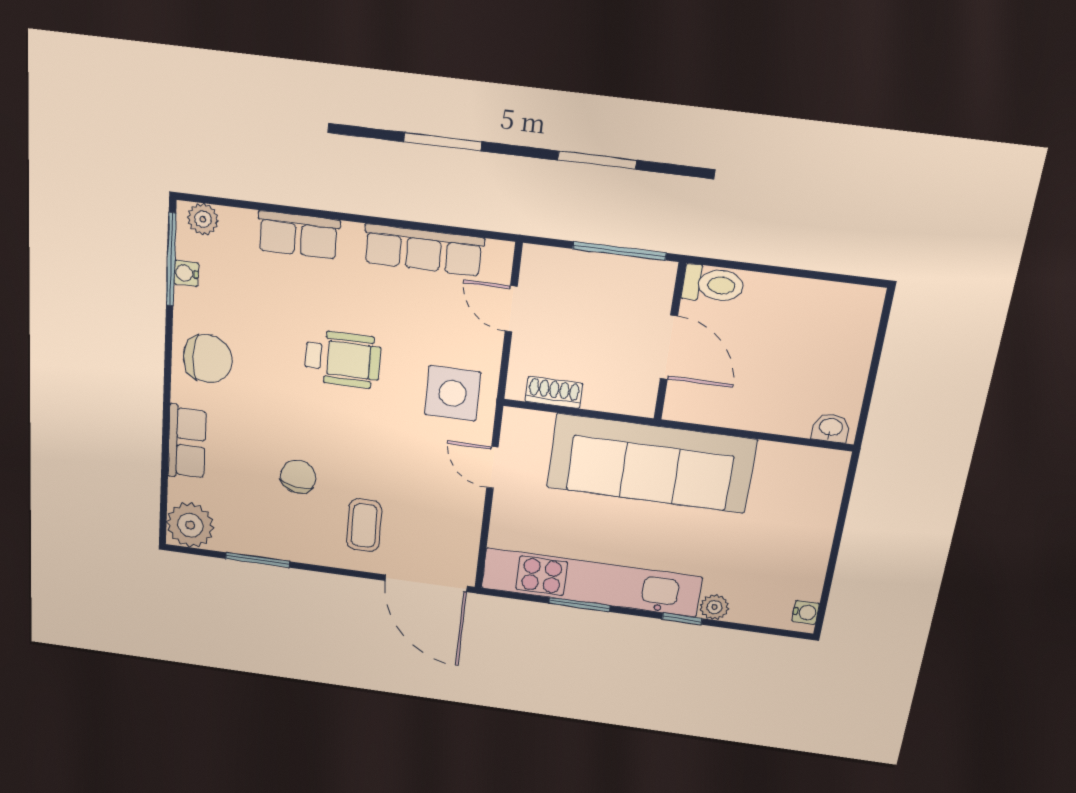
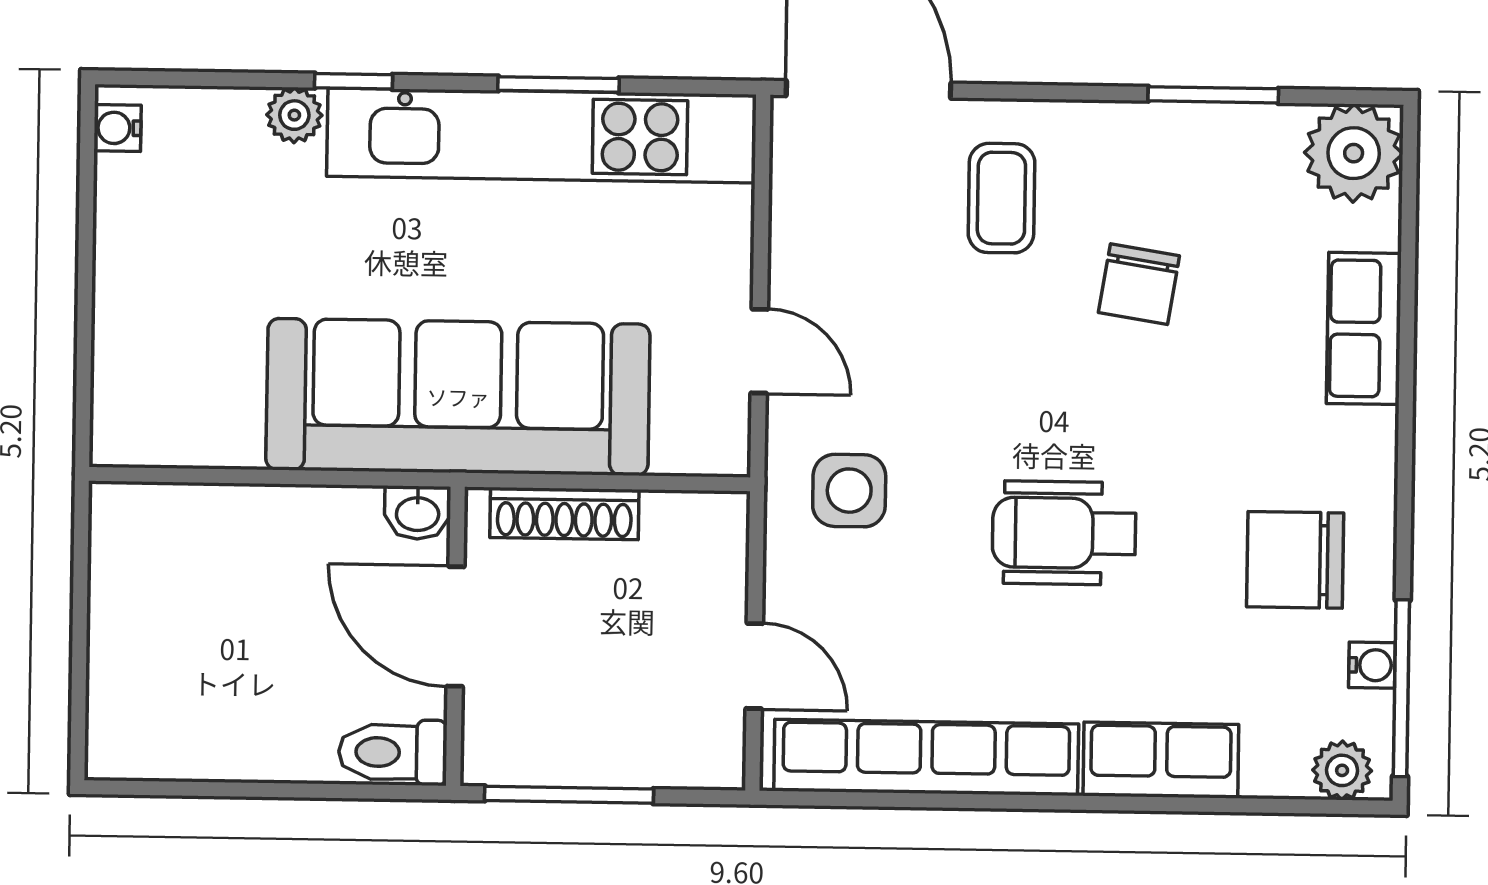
row of seats: (423, 250) -> (926, 757), width x1.36
chair: (208, 359) -> (1295, 560), moved
shoe rack: (554, 392) -> (564, 514), moved, width x1.43
side table: (453, 393) -> (849, 491), width x0.73, depth x0.73
washbasin: (831, 428) -> (418, 513), moved

